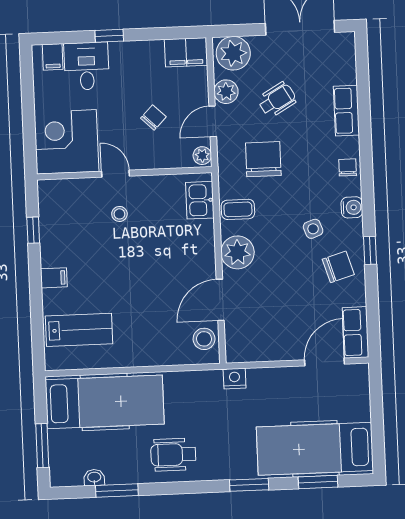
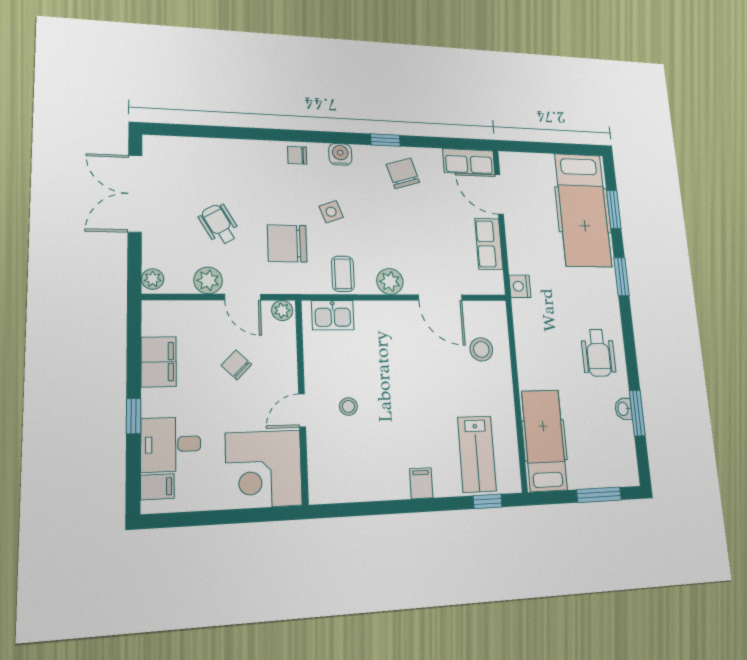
filing cabinet: (186, 52) -> (159, 362), moved
plant: (233, 53) -> (153, 279), width x0.53, depth x0.53
row of seats: (346, 111) -> (489, 244), moved, turned 90
side table: (313, 229) -> (331, 212), moved
window: (33, 230) -> (488, 501), moved
plant: (237, 252) -> (390, 281), width x0.73, depth x0.73
lab bench: (79, 330) -> (477, 454), turned 180
stool: (204, 339) -> (481, 349), moved
hospital bed: (105, 402) -> (544, 440), width x0.73, depth x0.78
washbasin: (94, 478) -> (623, 409), moved

